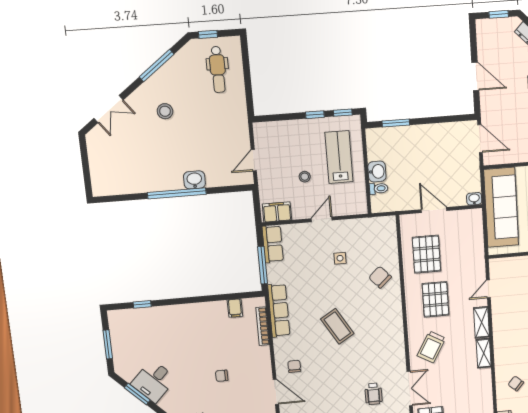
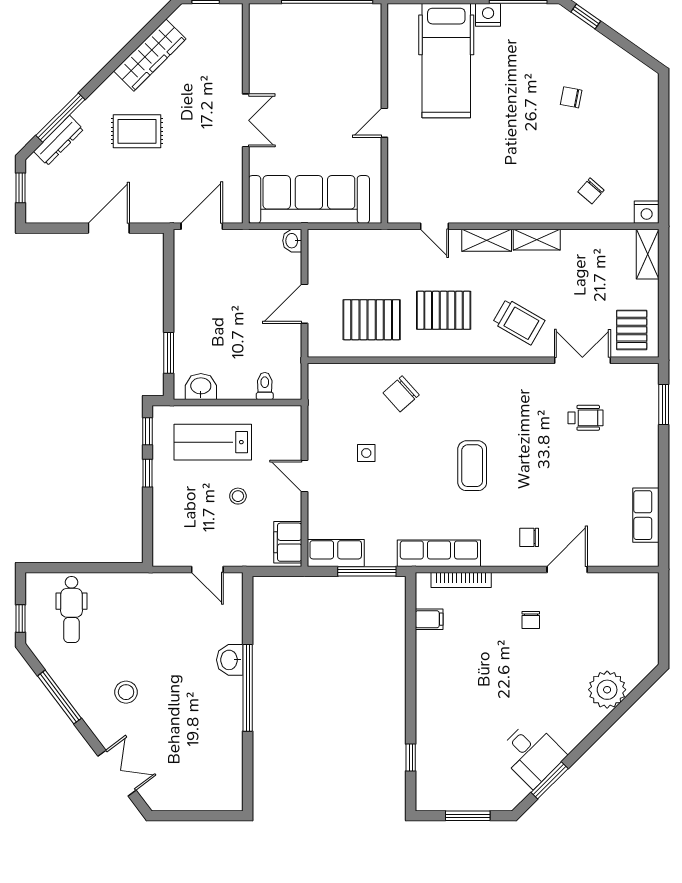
dental chair: (218, 69) -> (72, 609), turned 90
washbasin: (377, 172) -> (201, 387), moved
coffee table: (337, 326) -> (472, 466), turned -59
chair: (222, 376) -> (531, 620), moved

